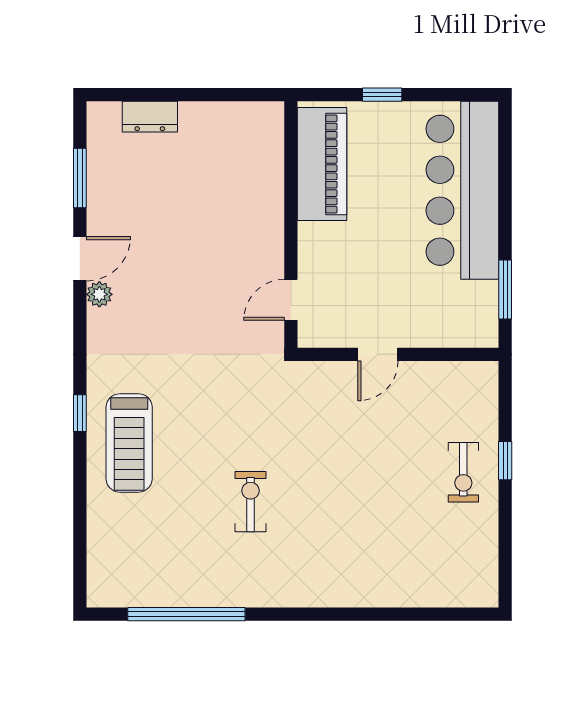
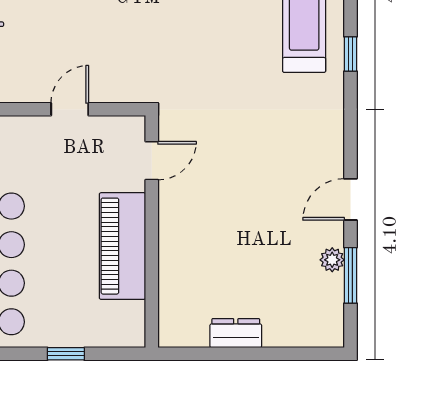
dresser: (150, 117) -> (236, 333), moved
piano: (322, 164) -> (122, 246), moved
plant: (99, 294) -> (332, 260), moved

